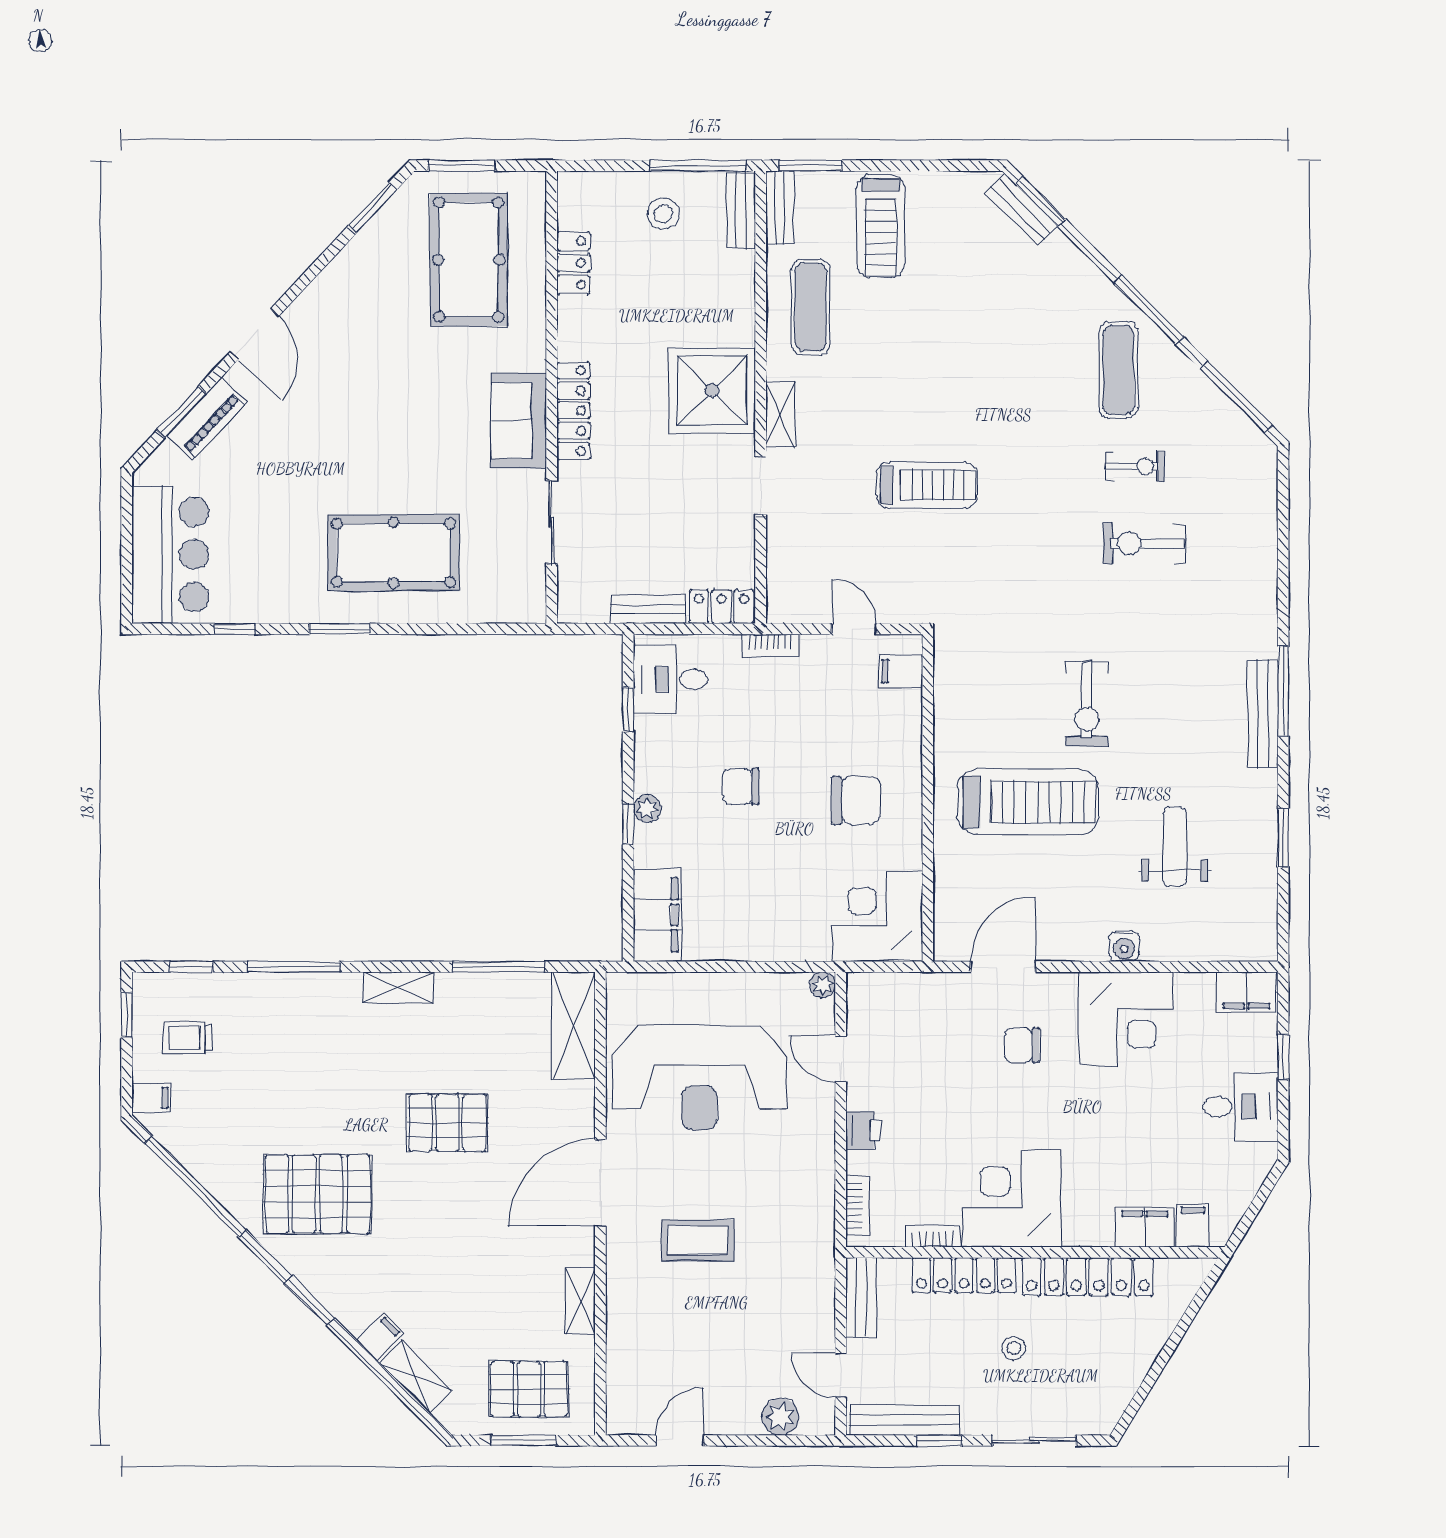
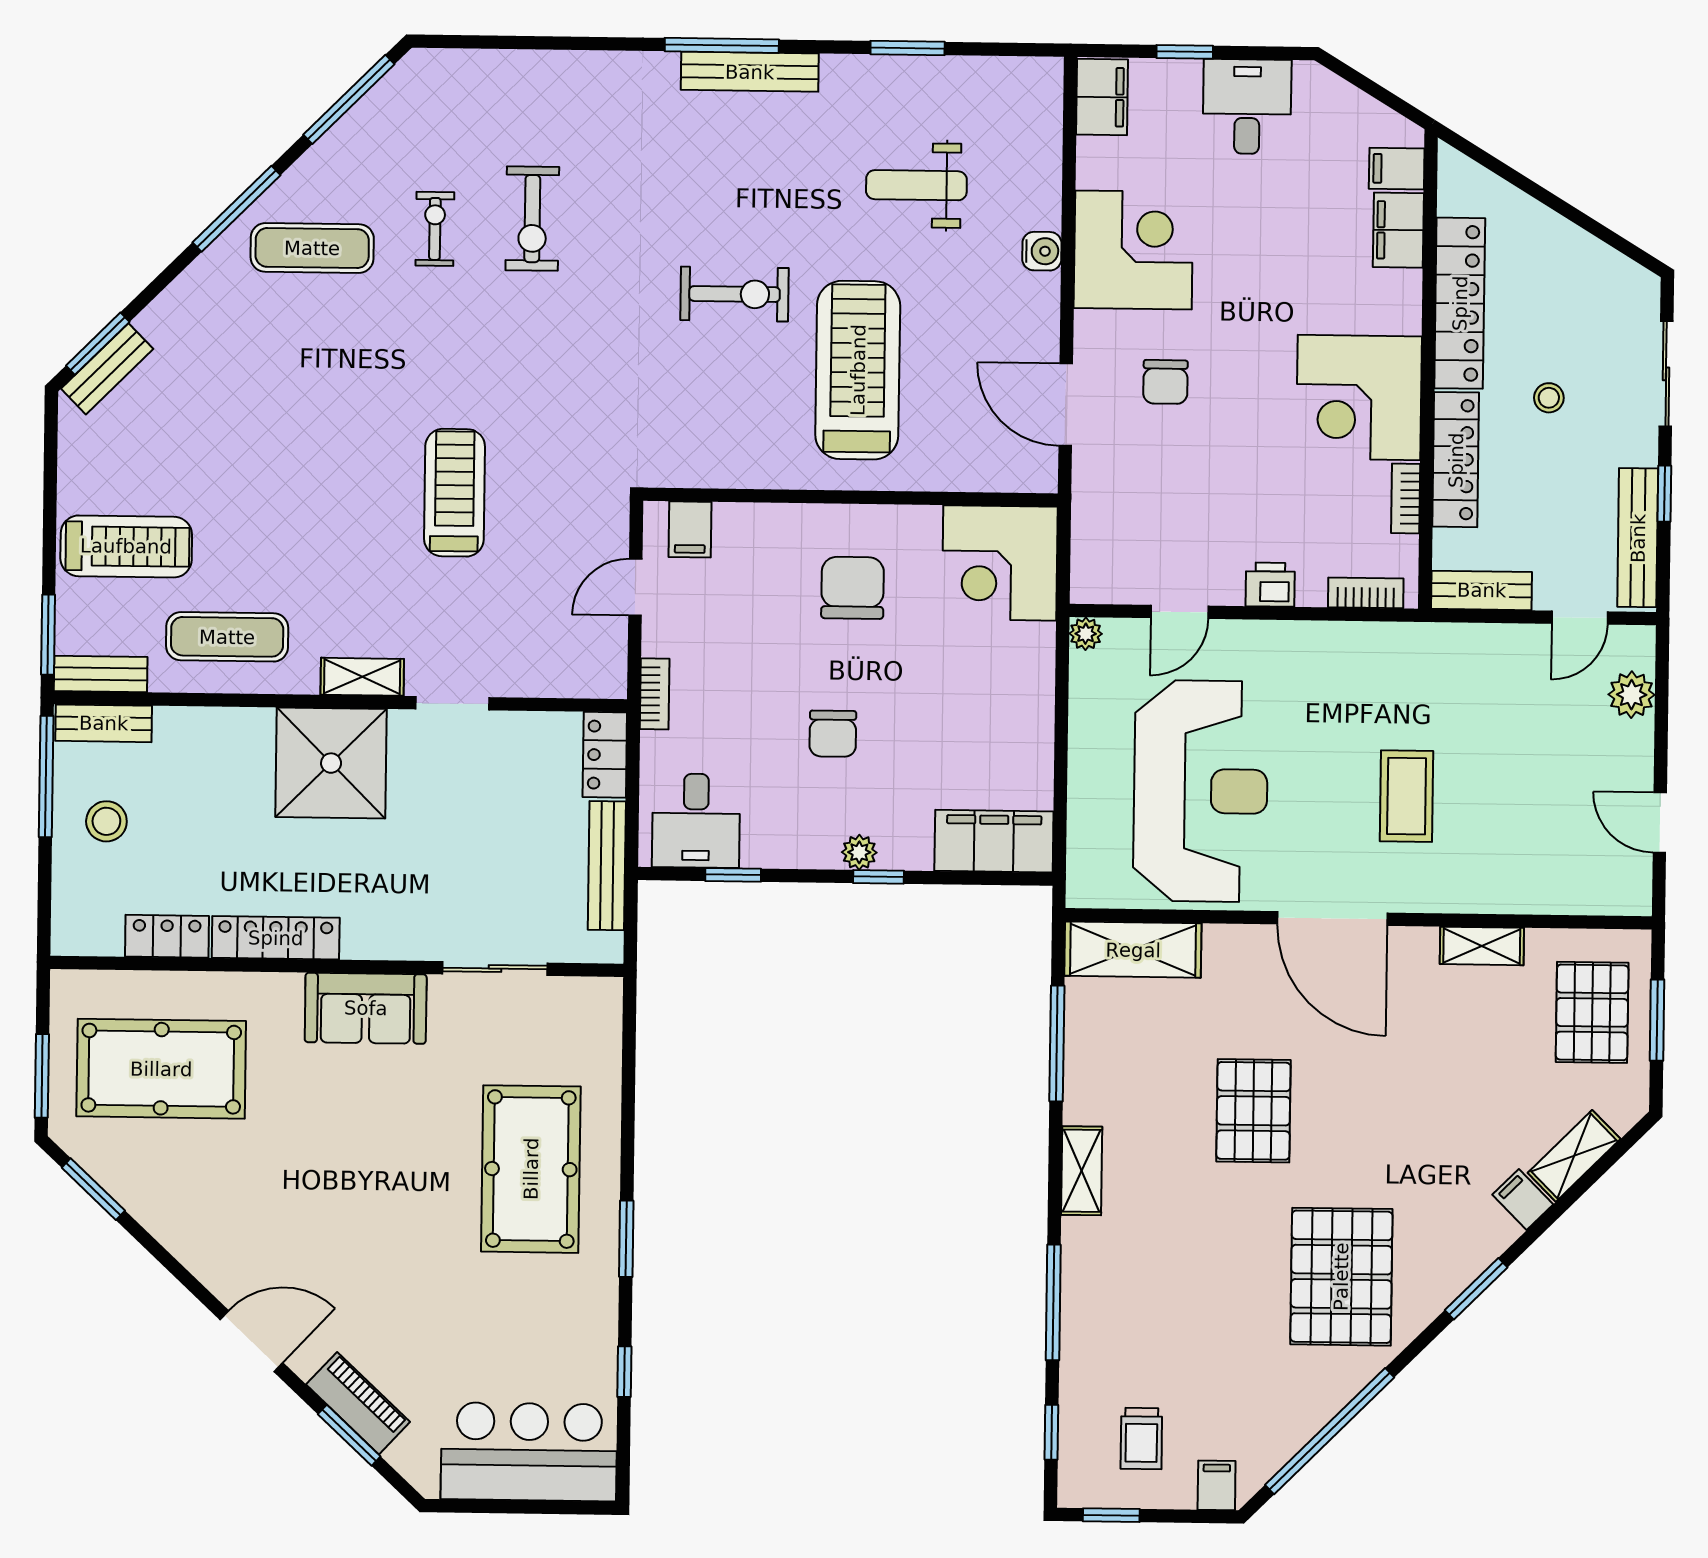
locker: (573, 411) -> (276, 938), moved
bench: (648, 609) -> (607, 866), width x1.36

